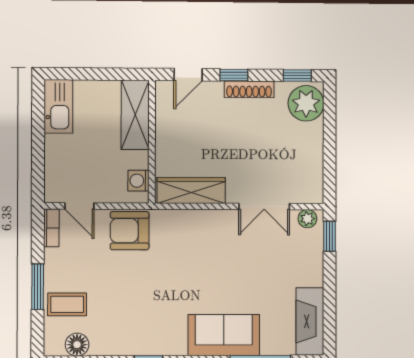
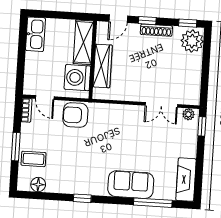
washing machine: (139, 181) -> (77, 78), width x1.89, depth x1.89
wardrobe: (191, 190) -> (103, 66), moved, turned 90

